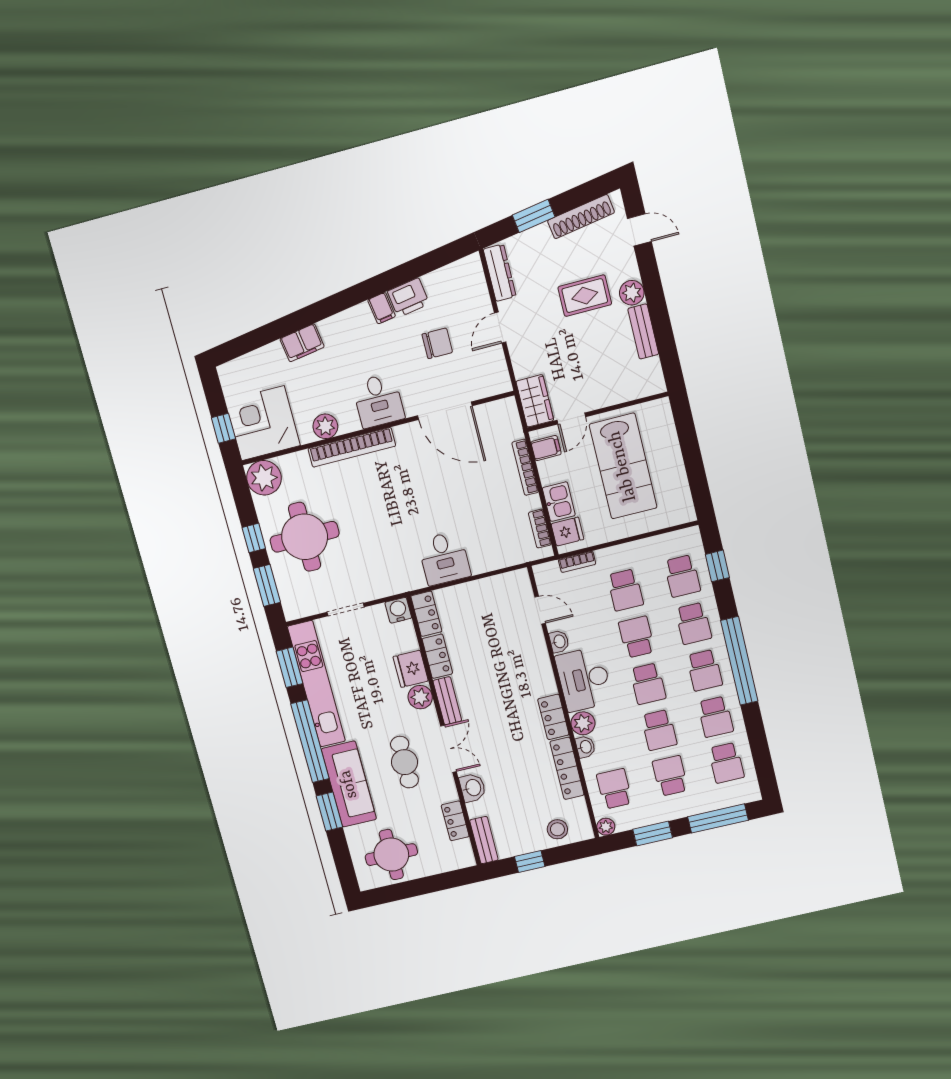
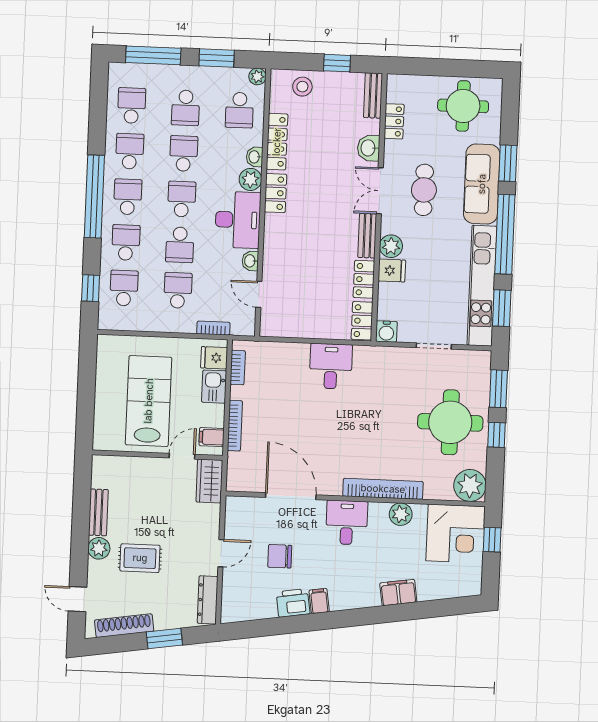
fridge: (411, 669) -> (392, 270), width x0.72

